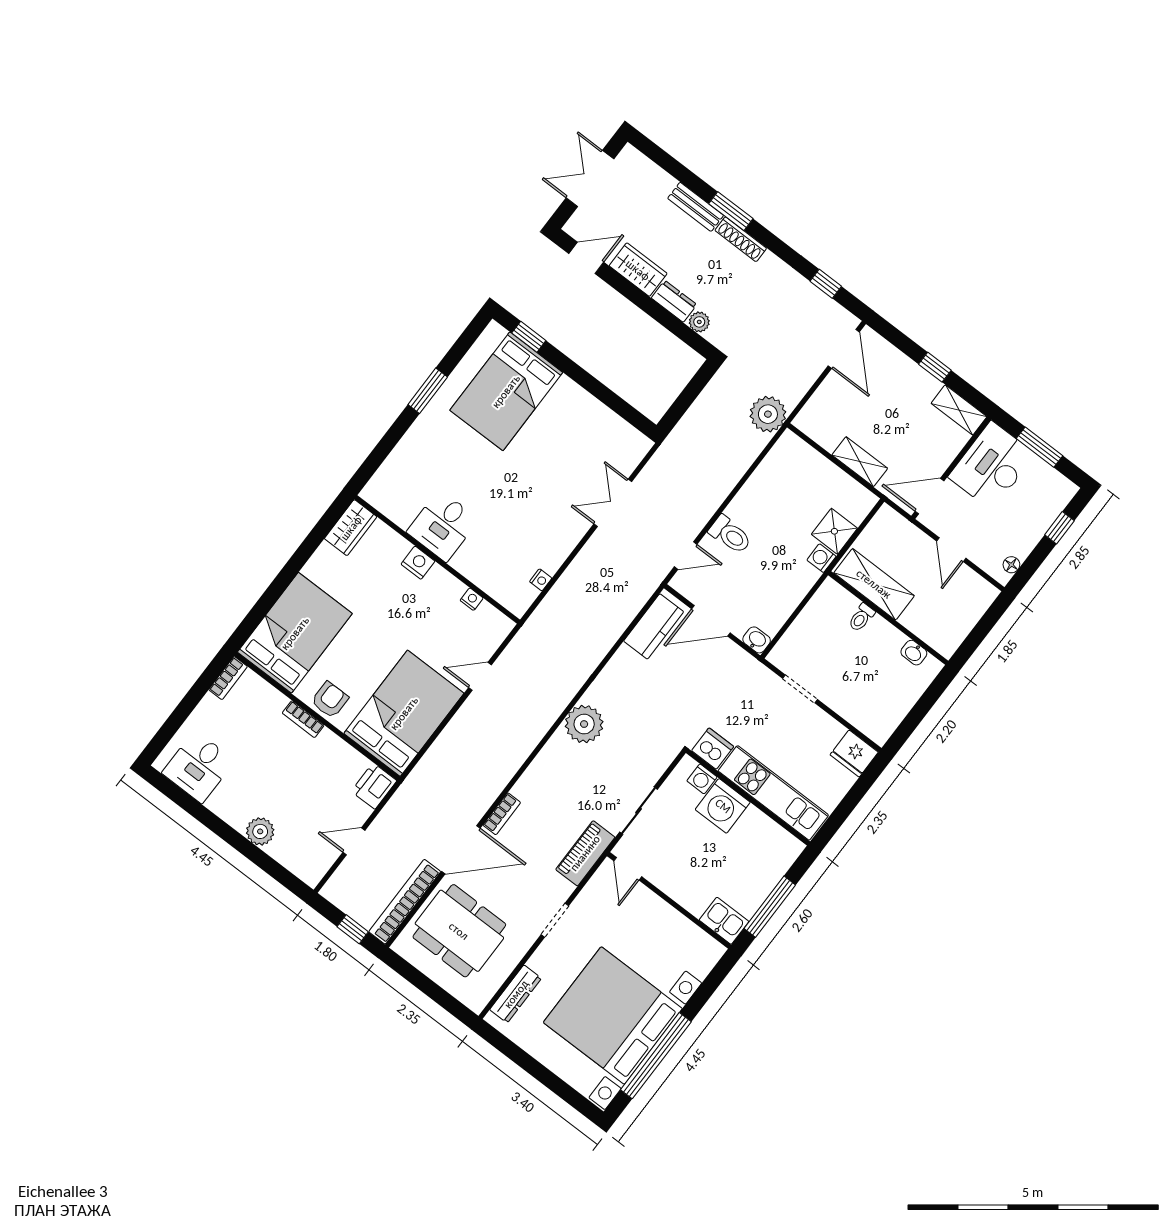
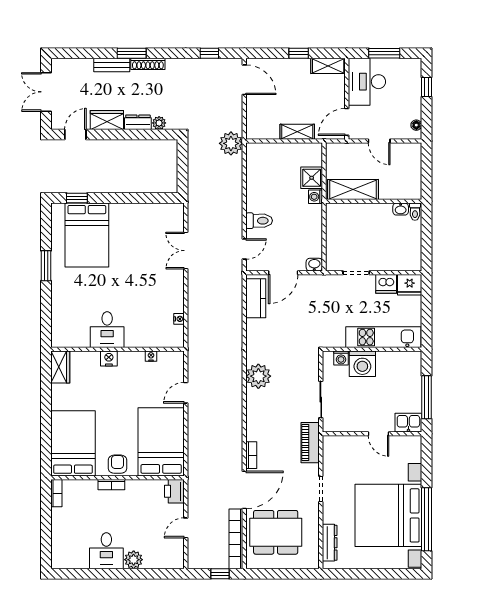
toilet: (861, 618) -> (415, 212), moved
dishwasher: (713, 749) -> (386, 284), moved, turned 180
desk: (198, 767) -> (106, 551), moved
door: (628, 869) -> (378, 434), moved

